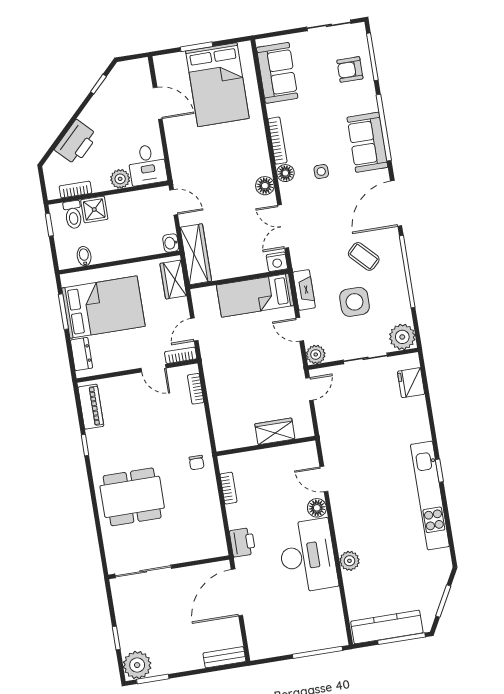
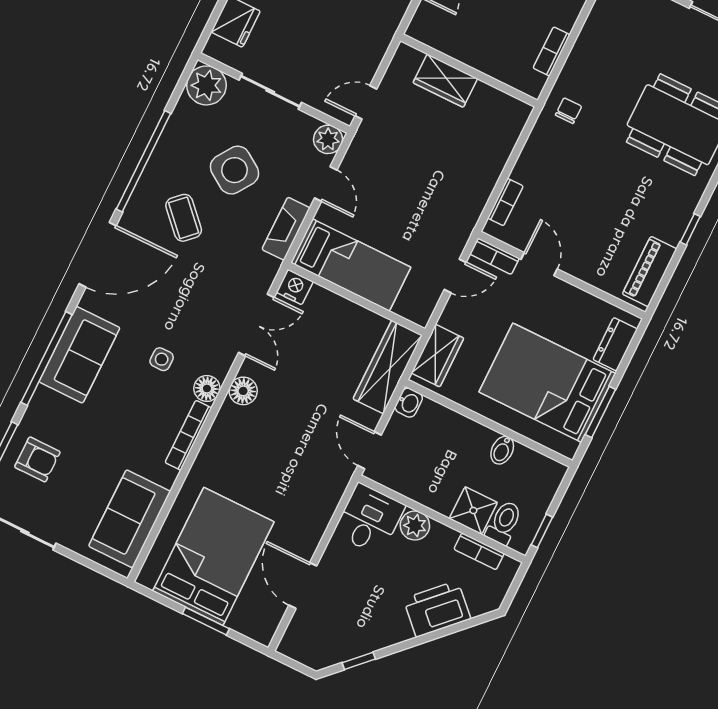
bidet: (84, 256) -> (502, 450), moved
side table: (355, 302) -> (235, 170), turned 34

